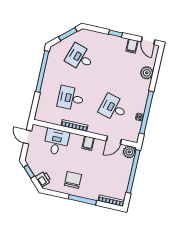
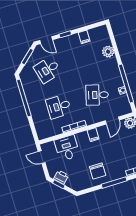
door: (148, 41) -> (46, 40), moved
desk: (80, 58) -> (48, 70), turned -33
printer: (43, 179) -> (61, 177), moved
chair: (73, 180) -> (98, 171), turned 180

